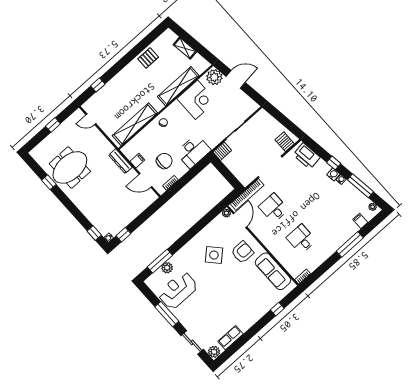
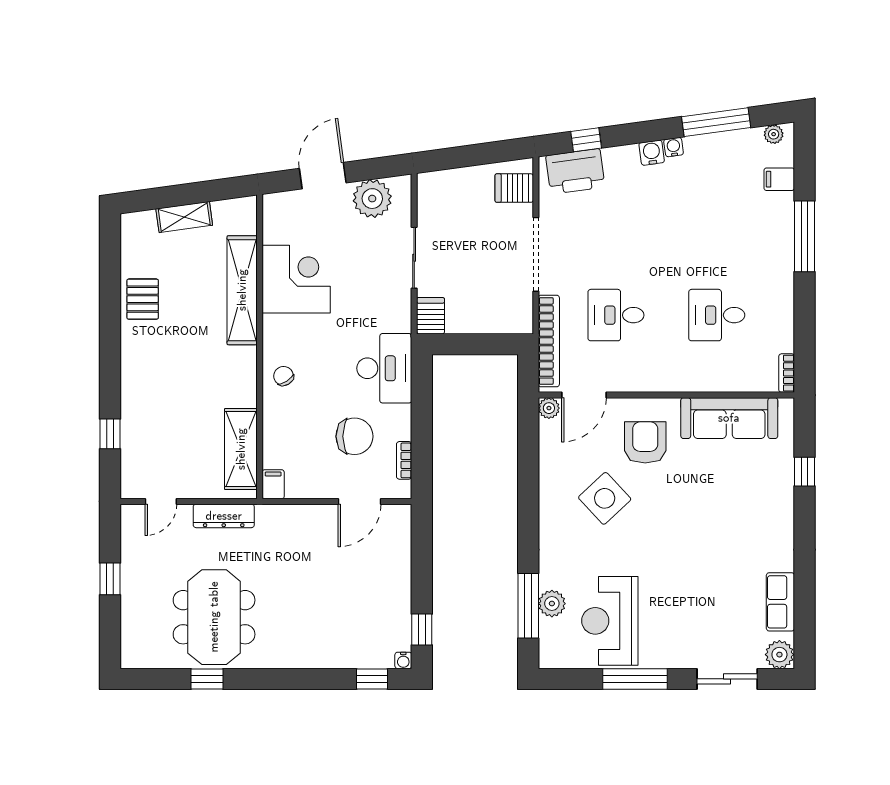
plant: (214, 77) -> (372, 199), moved
shelving: (135, 124) -> (241, 449), width x0.68
dresser: (120, 161) -> (224, 516), moved
filing cabinet: (137, 161) -> (273, 484), moved
chair: (164, 161) -> (354, 436), turned 90
window: (334, 163) -> (586, 140), moved
door: (240, 220) -> (584, 395), swing flipped

